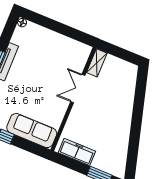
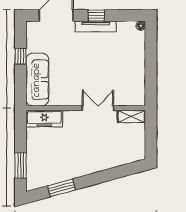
window: (133, 148) -> (61, 188), added
freezer: (77, 152) -> (44, 119), moved, turned 90

